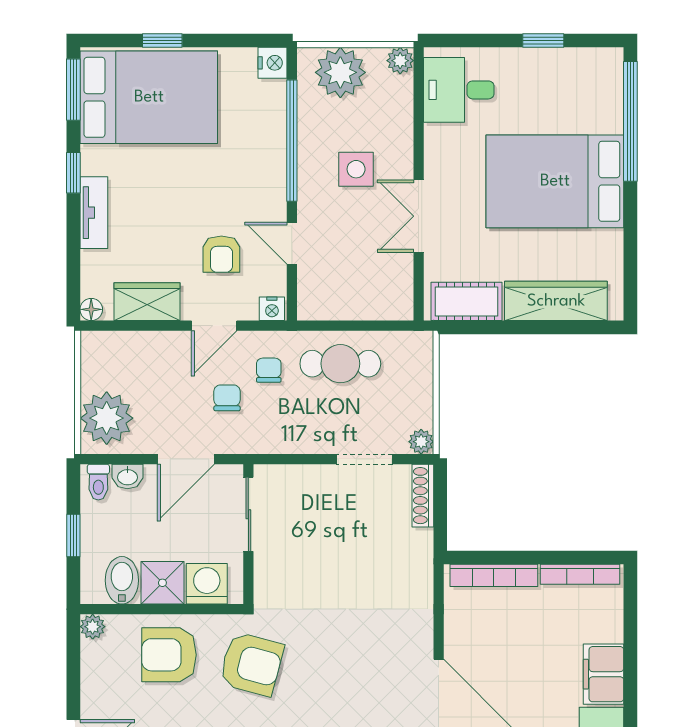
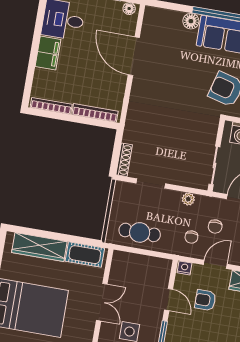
armchair: (221, 254) -> (205, 300), turned -90
cafe table: (340, 364) -> (140, 232), moved
plant: (421, 442) -> (188, 199), moved

